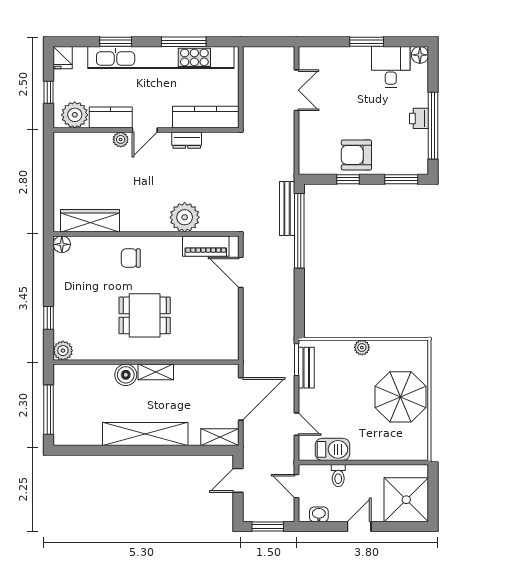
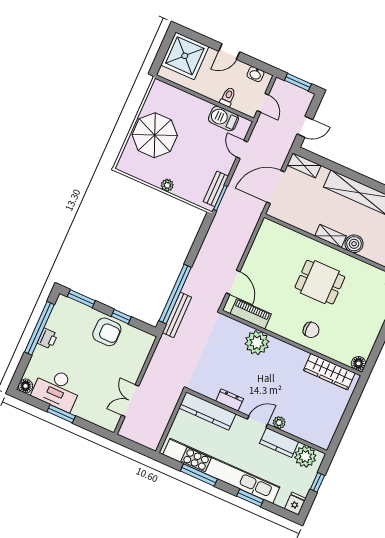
desk: (391, 67) -> (57, 389), width x1.37

